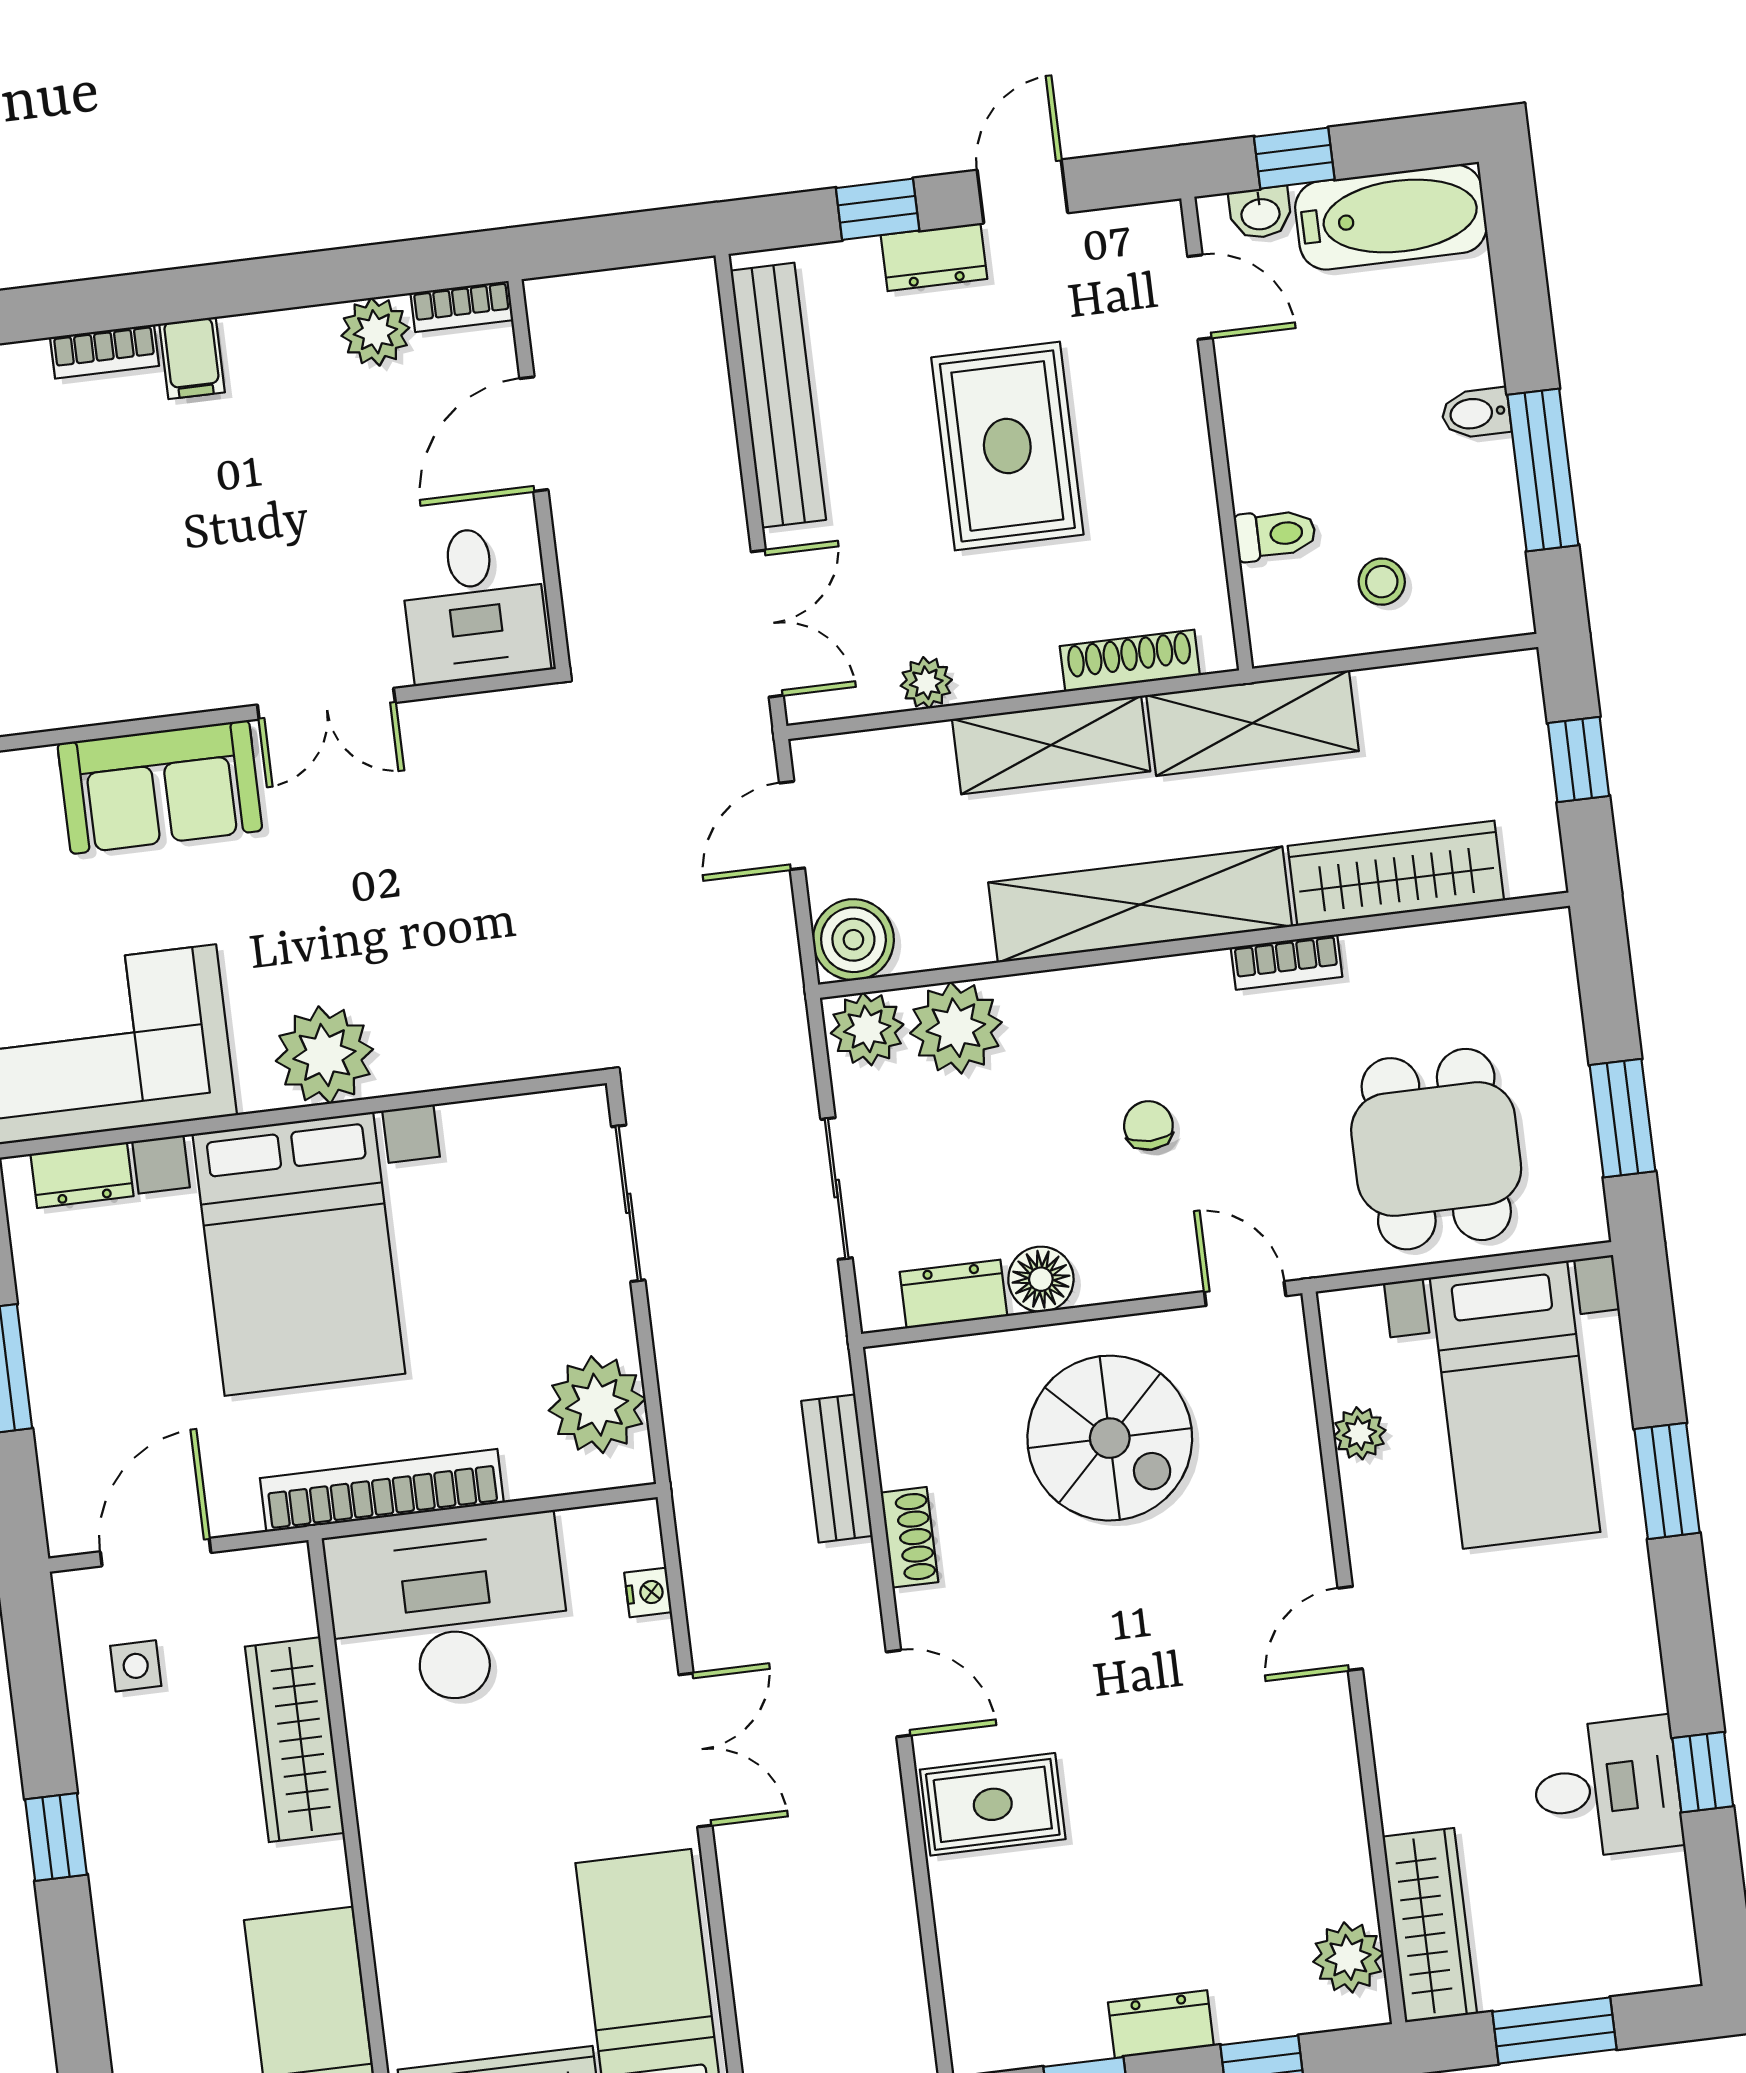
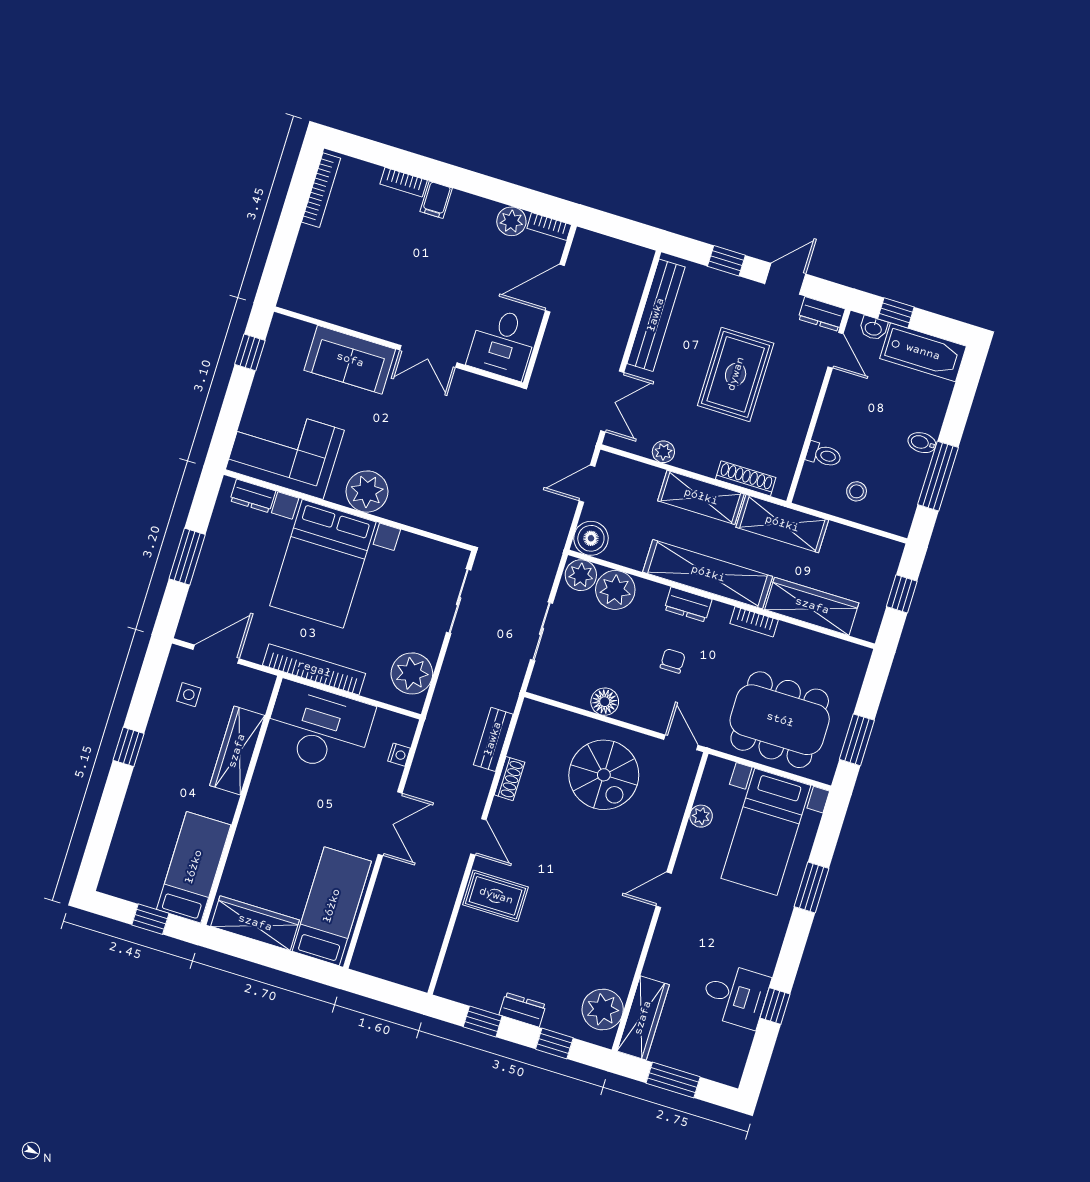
dresser: (934, 257) -> (822, 314), moved
dining table: (1436, 1149) -> (780, 720), width x1.38
dresser: (953, 1294) -> (688, 604), moved, turned 180
plant: (1348, 1957) -> (603, 1009), width x1.36, depth x1.36

